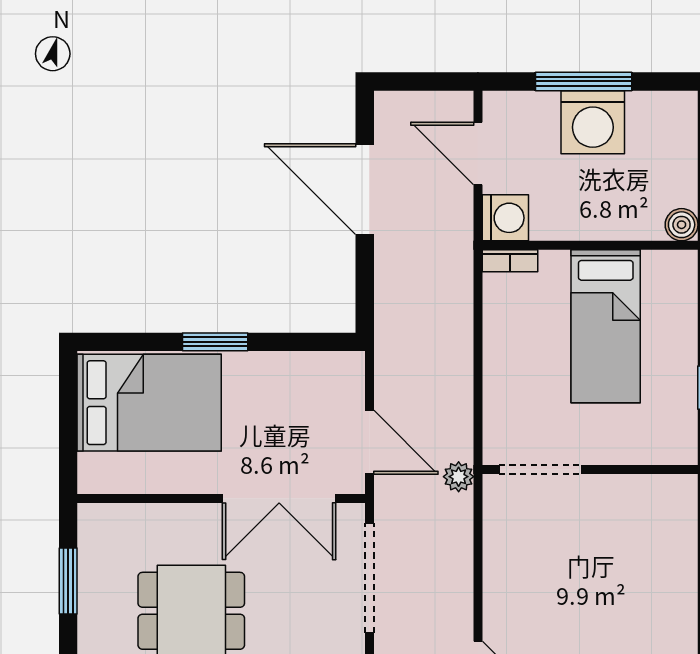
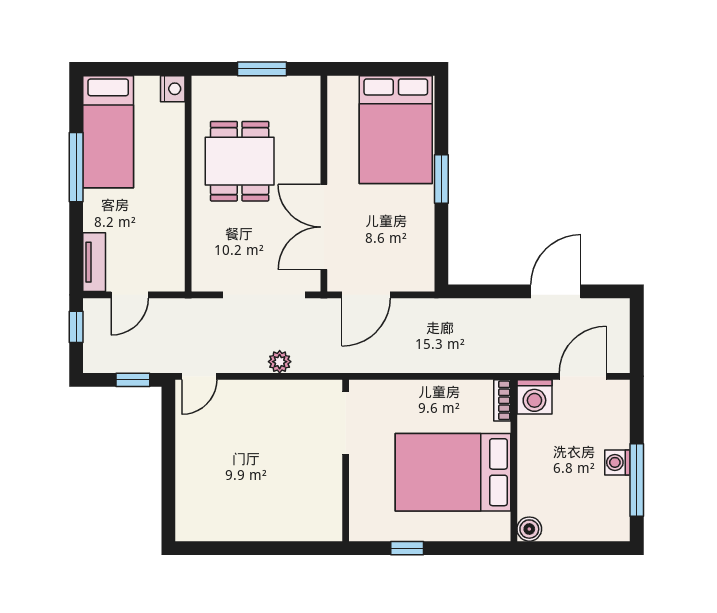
window: (584, 81) -> (637, 480), moved
washing machine: (593, 122) -> (617, 462), width x0.53, depth x0.53
door: (365, 189) -> (556, 291), width x0.73
bed: (606, 326) -> (453, 472), width x1.50
plant: (459, 477) -> (280, 362), moved

